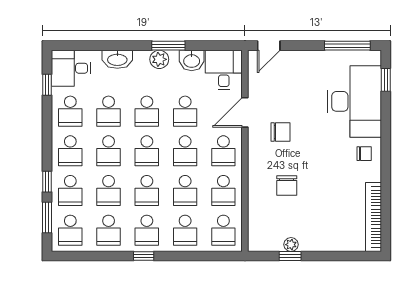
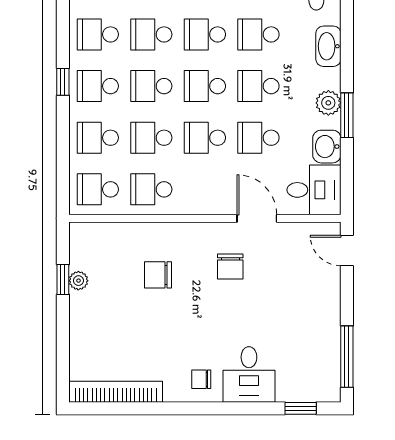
desk: (354, 101) -> (249, 374), width x0.53, depth x0.77
school desk: (223, 151) -> (205, 189), removed
chair: (364, 154) -> (201, 379), turned 90

